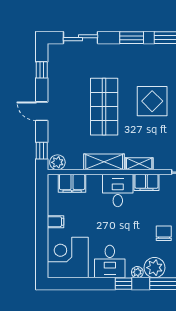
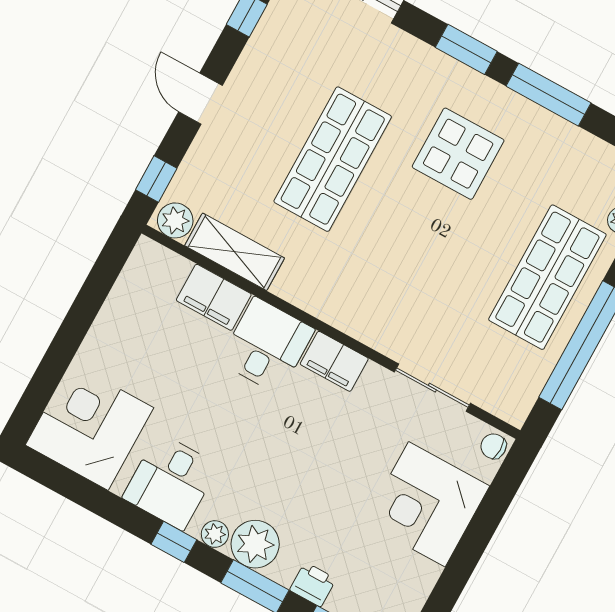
display table: (152, 101) -> (458, 154), moved
shelving: (104, 162) -> (235, 252), moved
shelving: (139, 164) -> (340, 315), removed
filing cabinet: (72, 183) -> (214, 297), moved
filing cabinet: (55, 222) -> (105, 339), removed
chair: (164, 233) -> (312, 484), removed

